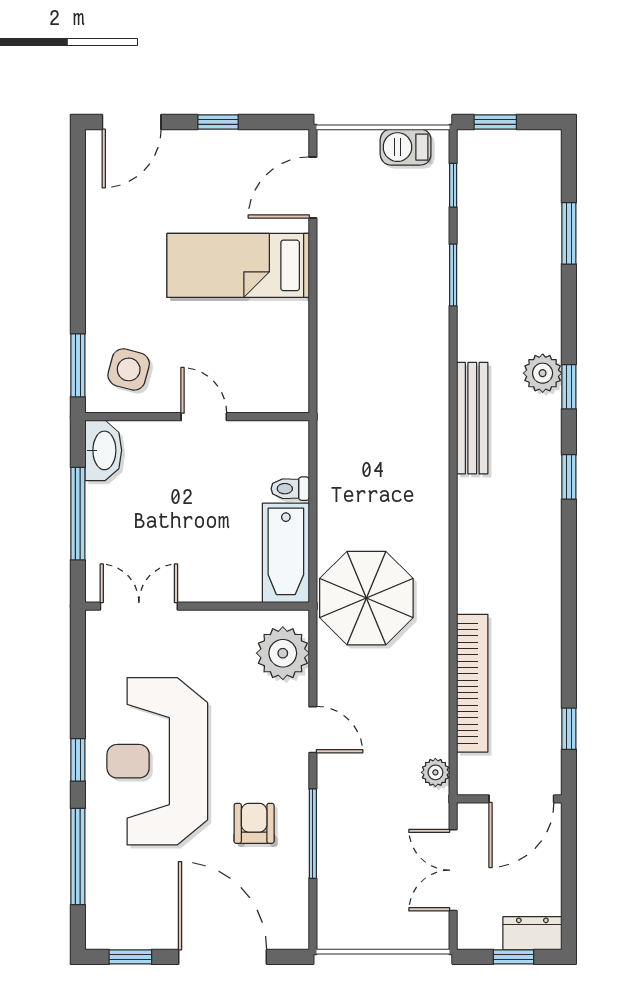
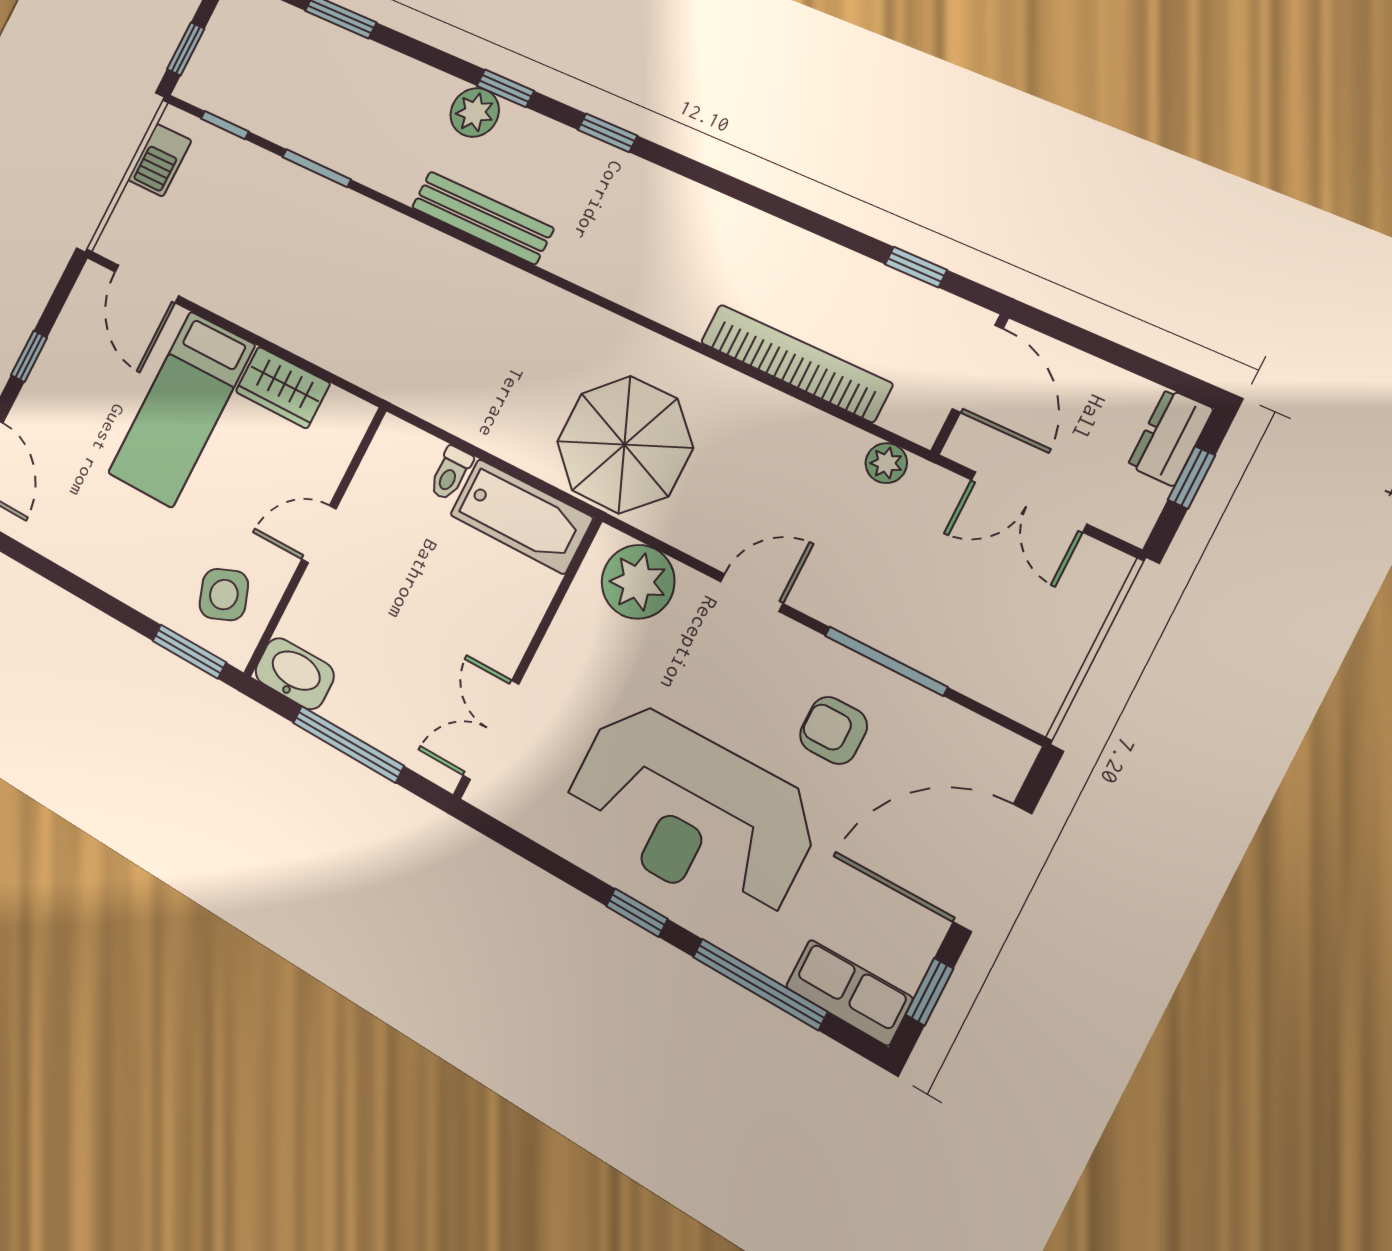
wardrobe: (289, 335) -> (283, 387), added
side table: (129, 369) -> (224, 595), turned -36
row of seats: (103, 911) -> (849, 992), added

